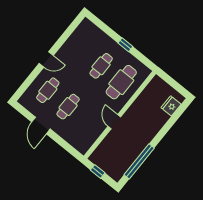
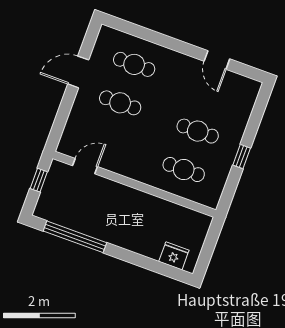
door: (46, 59) -> (217, 60), moved
cafe table: (121, 82) -> (184, 170), width x0.73, depth x0.74
door: (114, 122) -> (85, 166), moved

